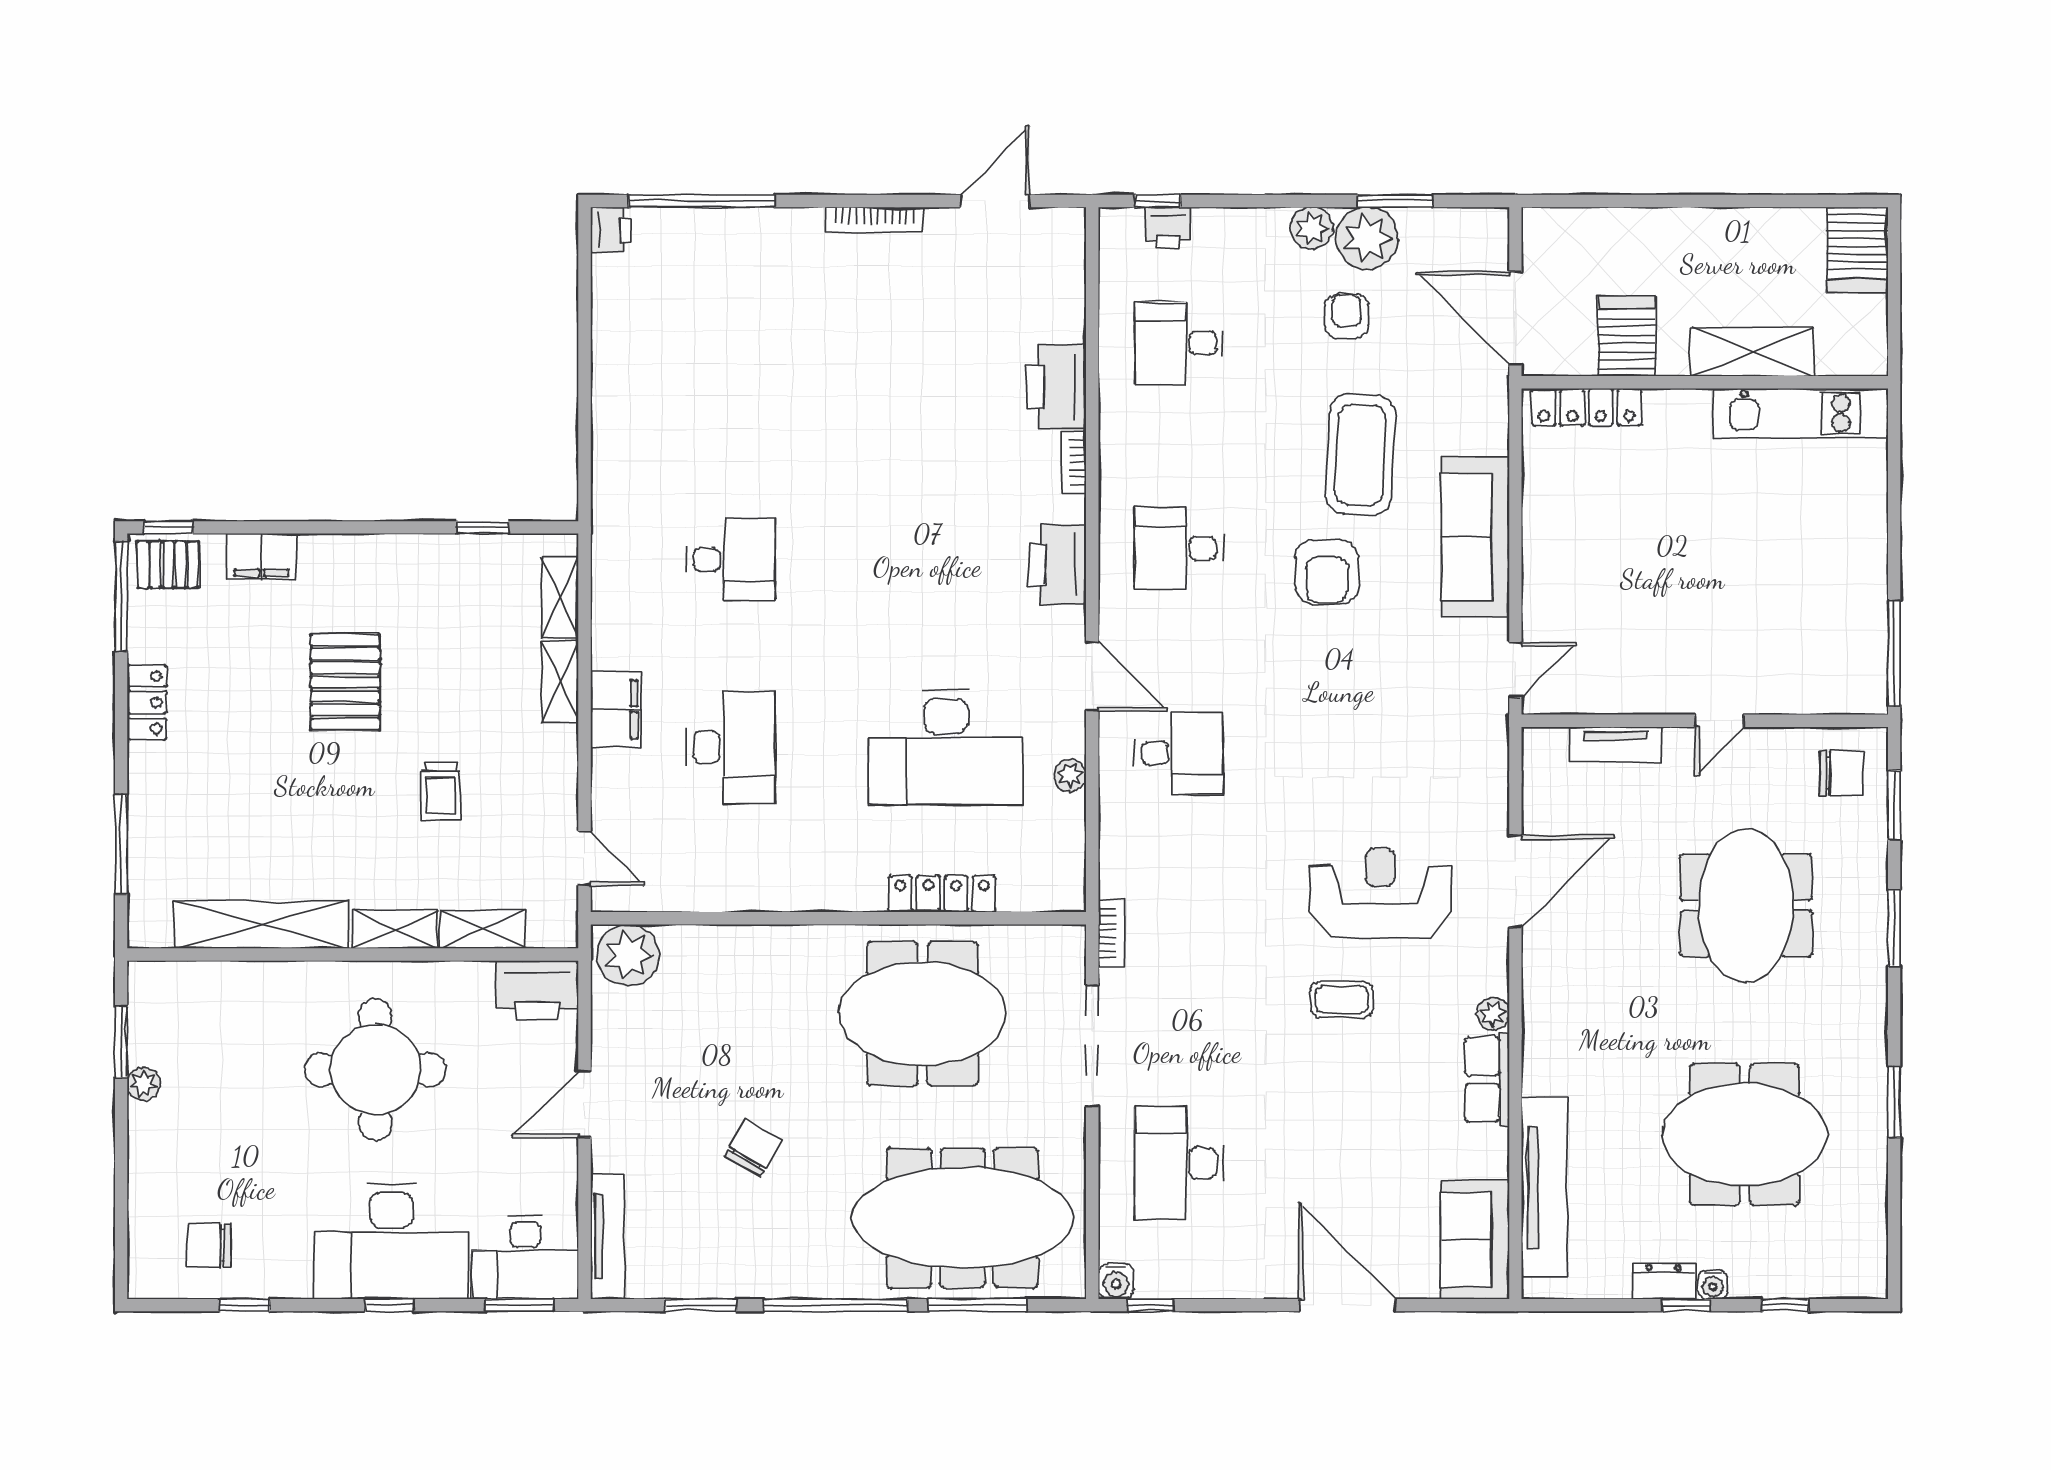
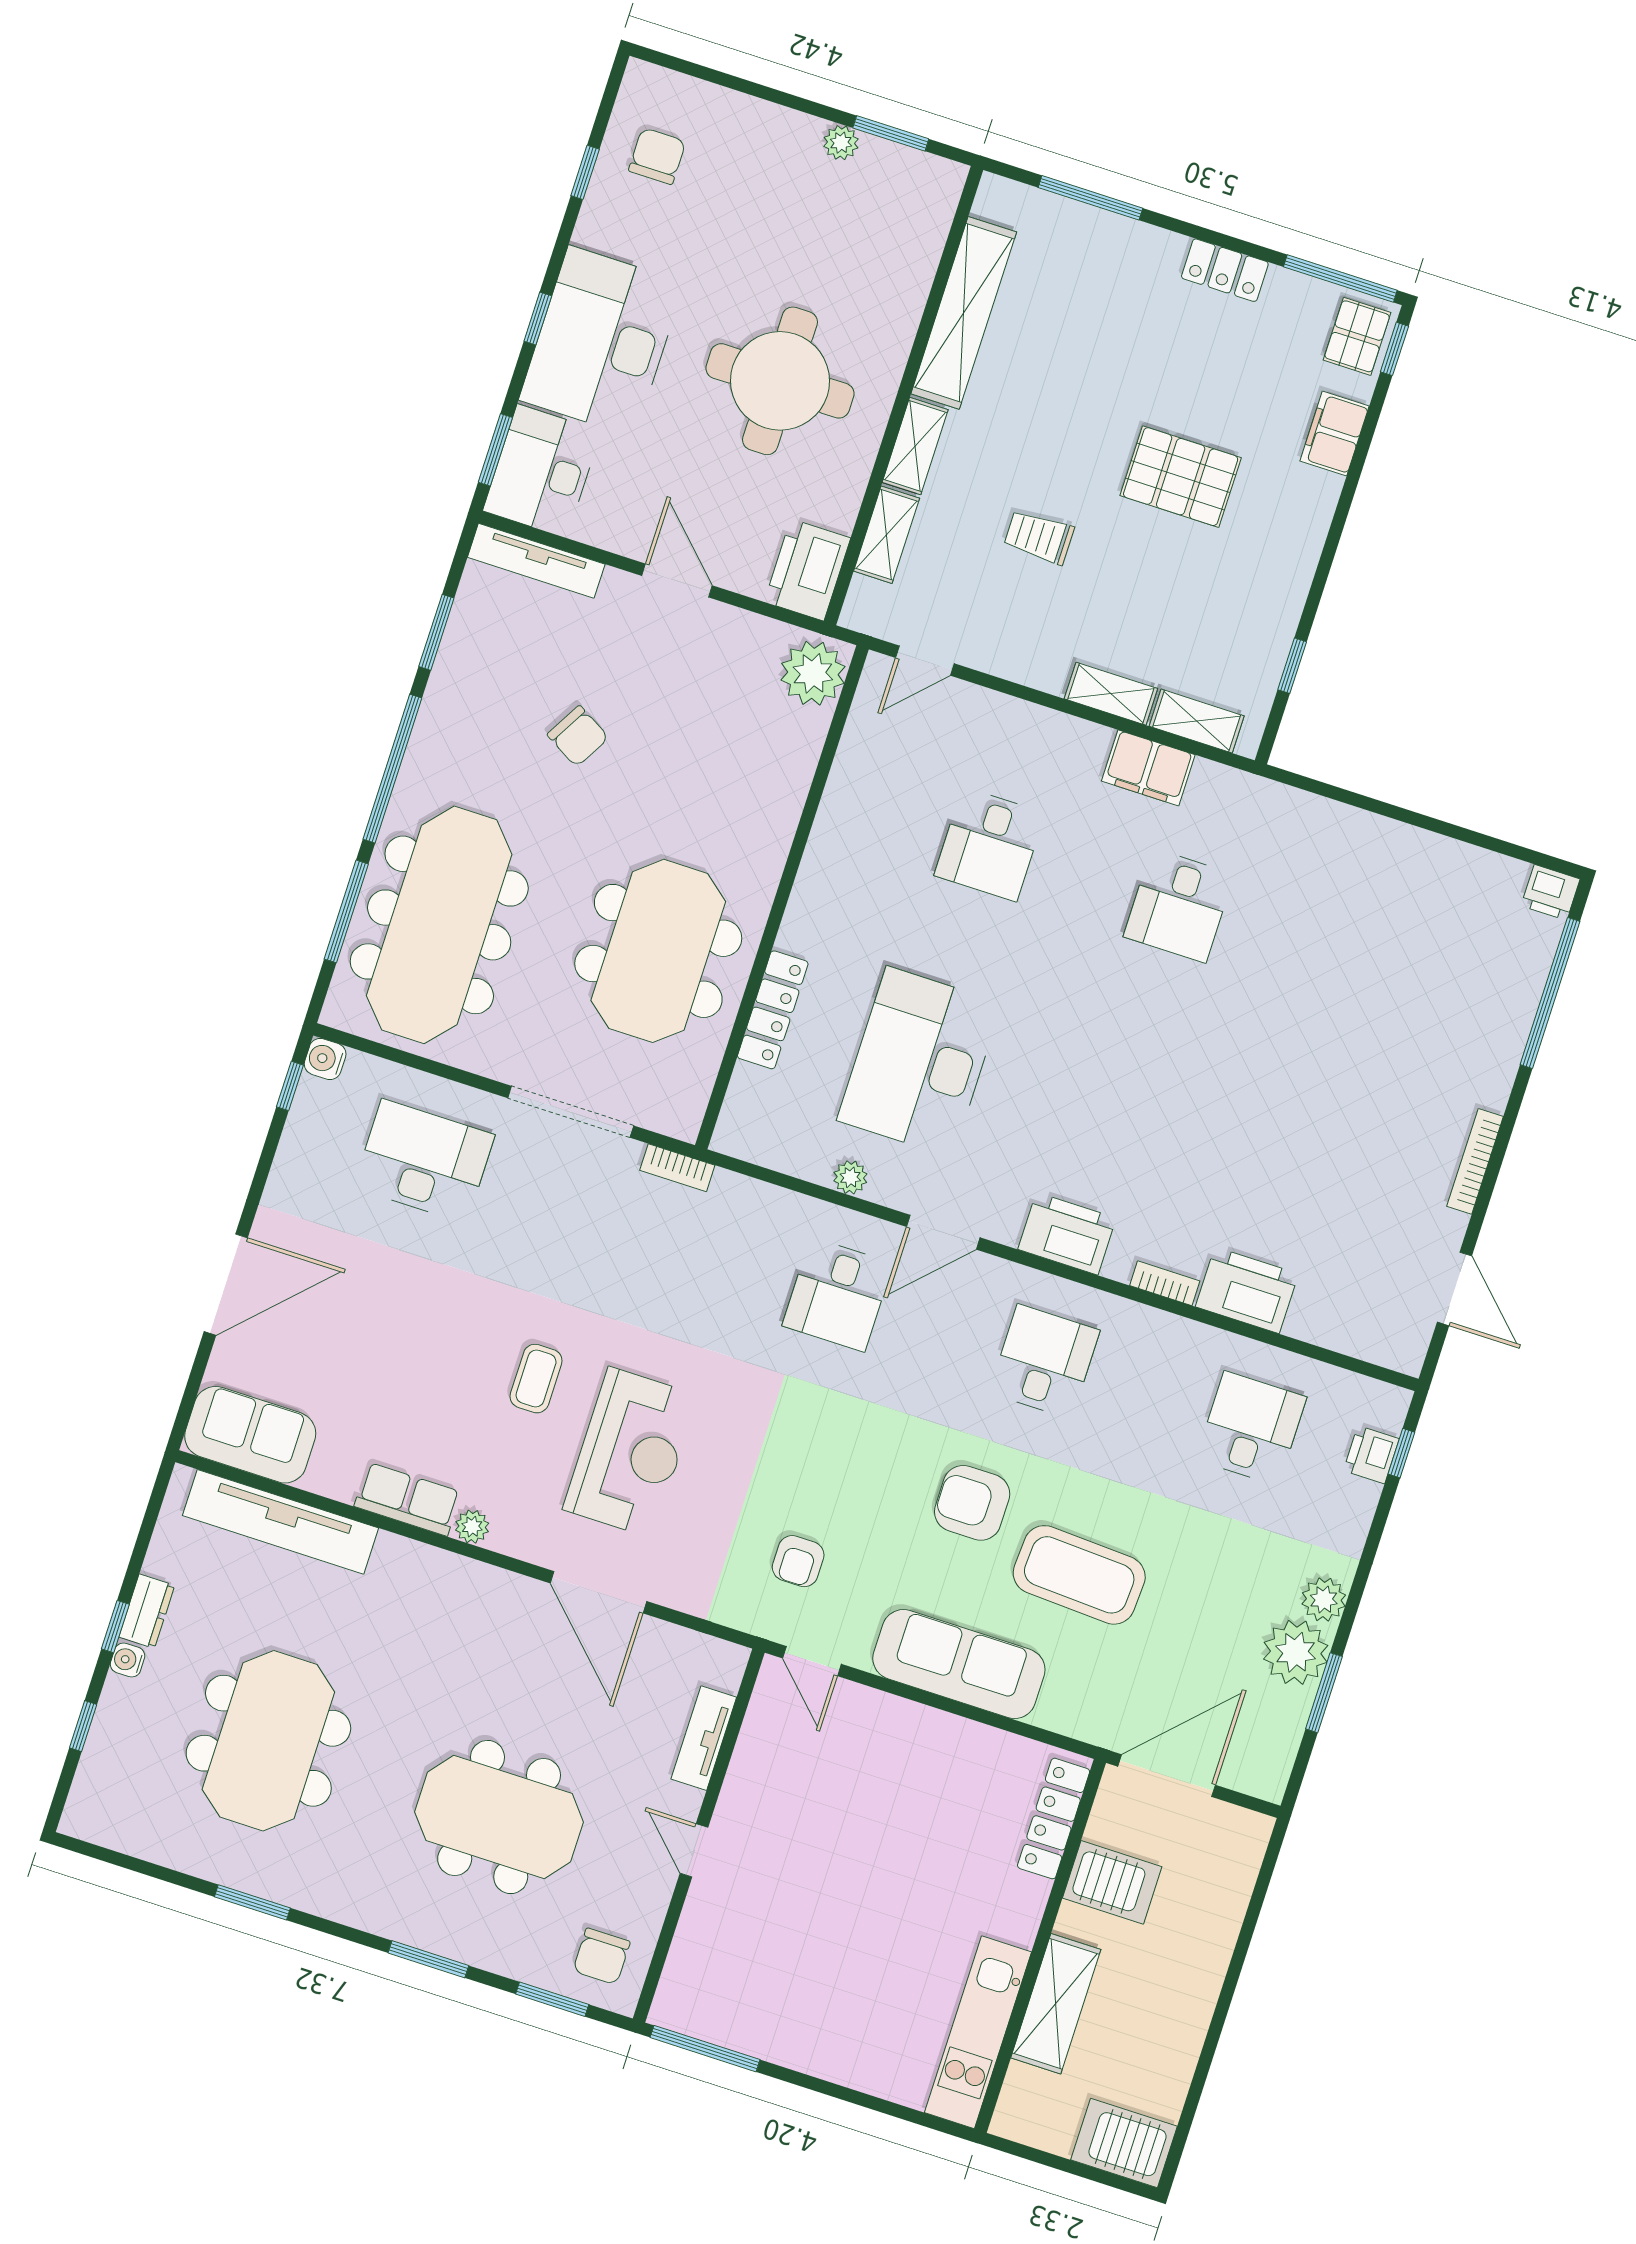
armchair: (1347, 316) -> (798, 1561), moved, turned 90
filing cabinet: (616, 709) -> (1148, 768), moved
desk: (731, 747) -> (990, 844), width x0.73

